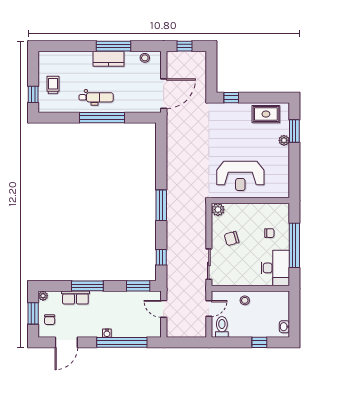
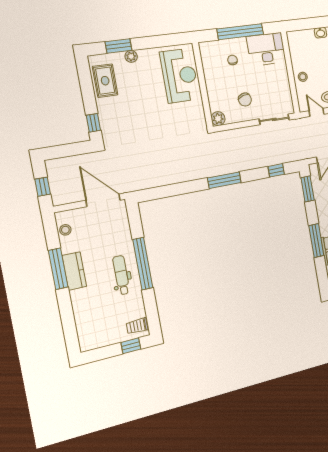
trolley: (53, 85) -> (137, 326), moved
reception desk: (240, 176) -> (180, 76), moved

